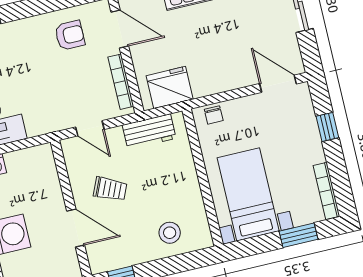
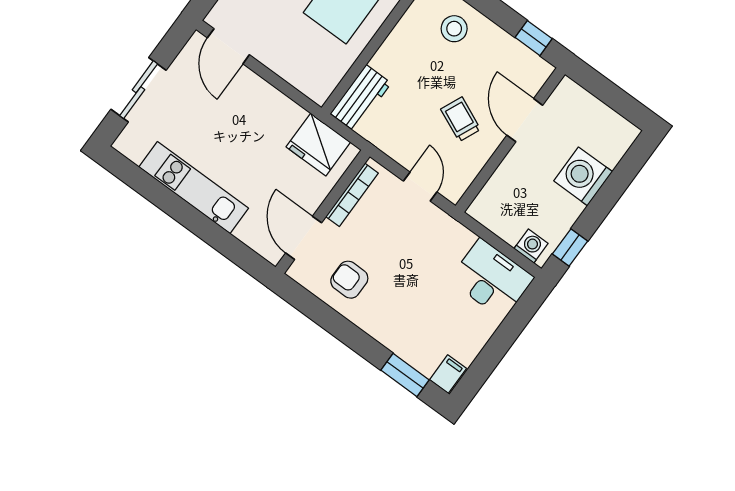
chair: (214, 115) -> (309, 81), removed
workbench: (149, 132) -> (361, 98), moved, turned 90

